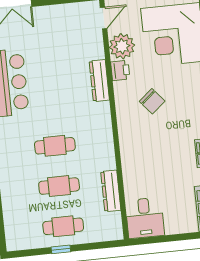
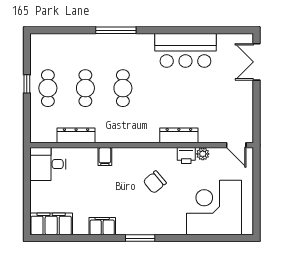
plant: (122, 46) -> (203, 154), width x0.53, depth x0.53
filing cabinet: (130, 158) -> (105, 156), added

